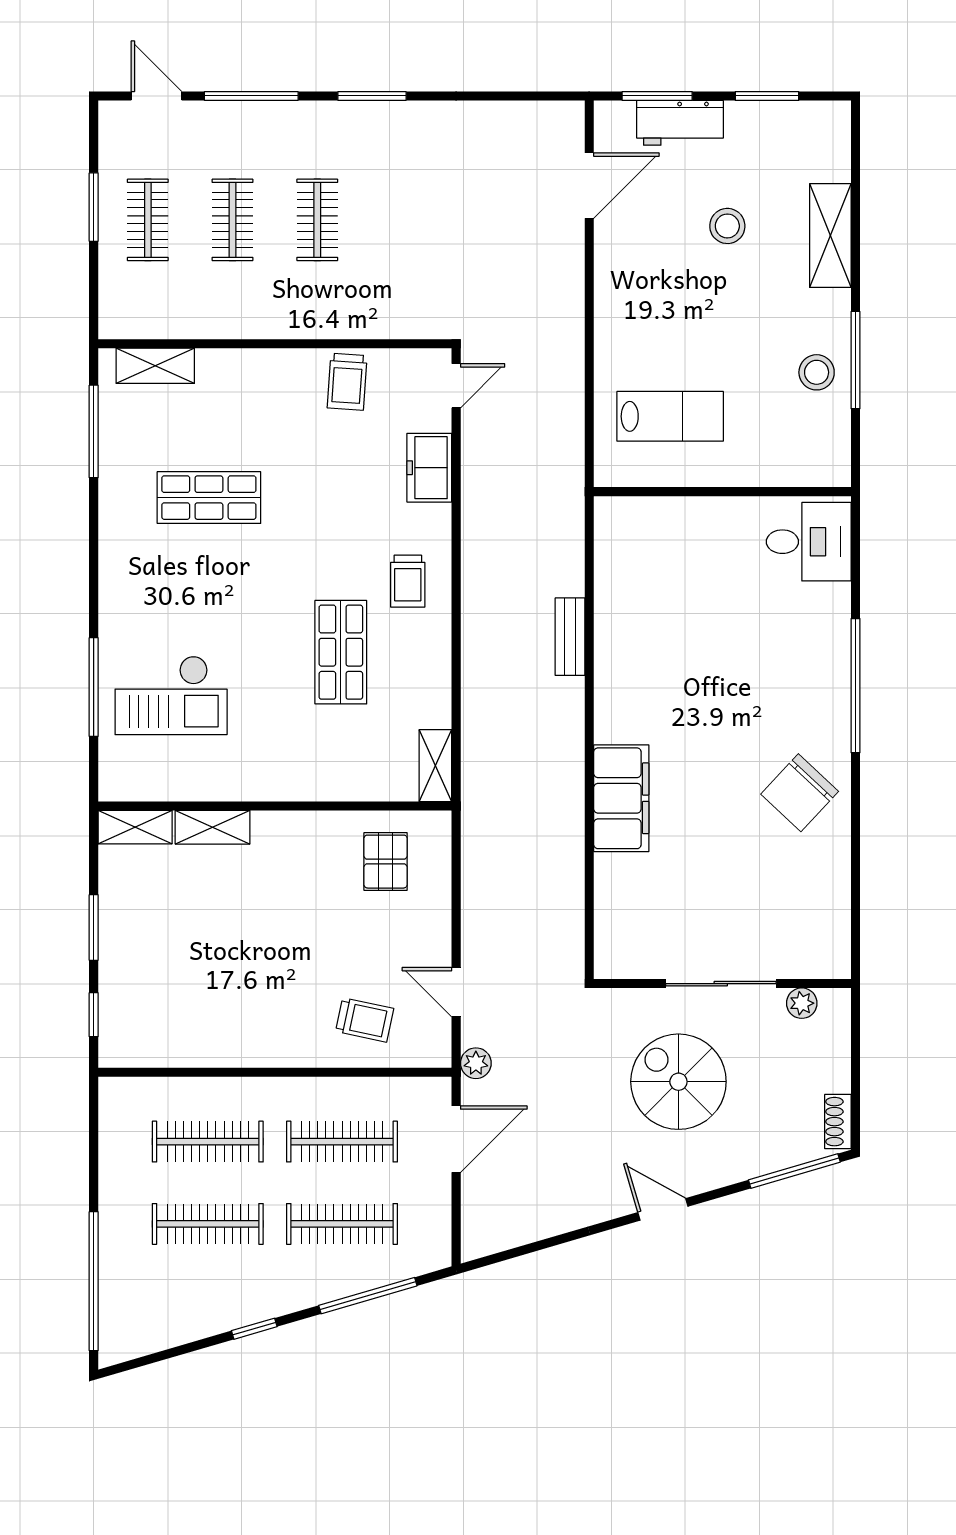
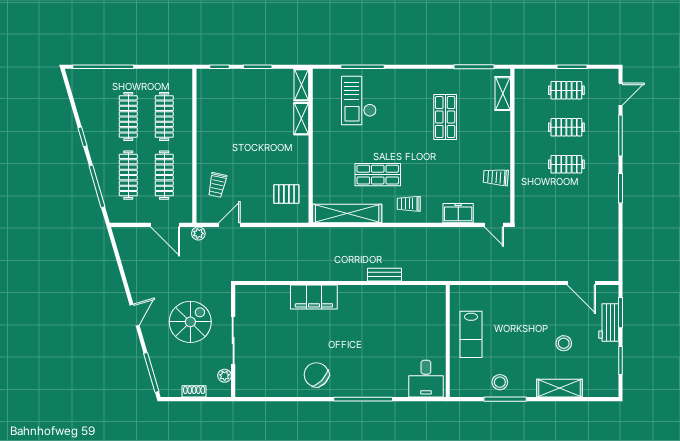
lab bench: (670, 416) -> (471, 334), moved
shelving: (435, 766) -> (347, 213), width x2.20, depth x1.33
shoe rack: (838, 1122) -> (194, 391), moved

